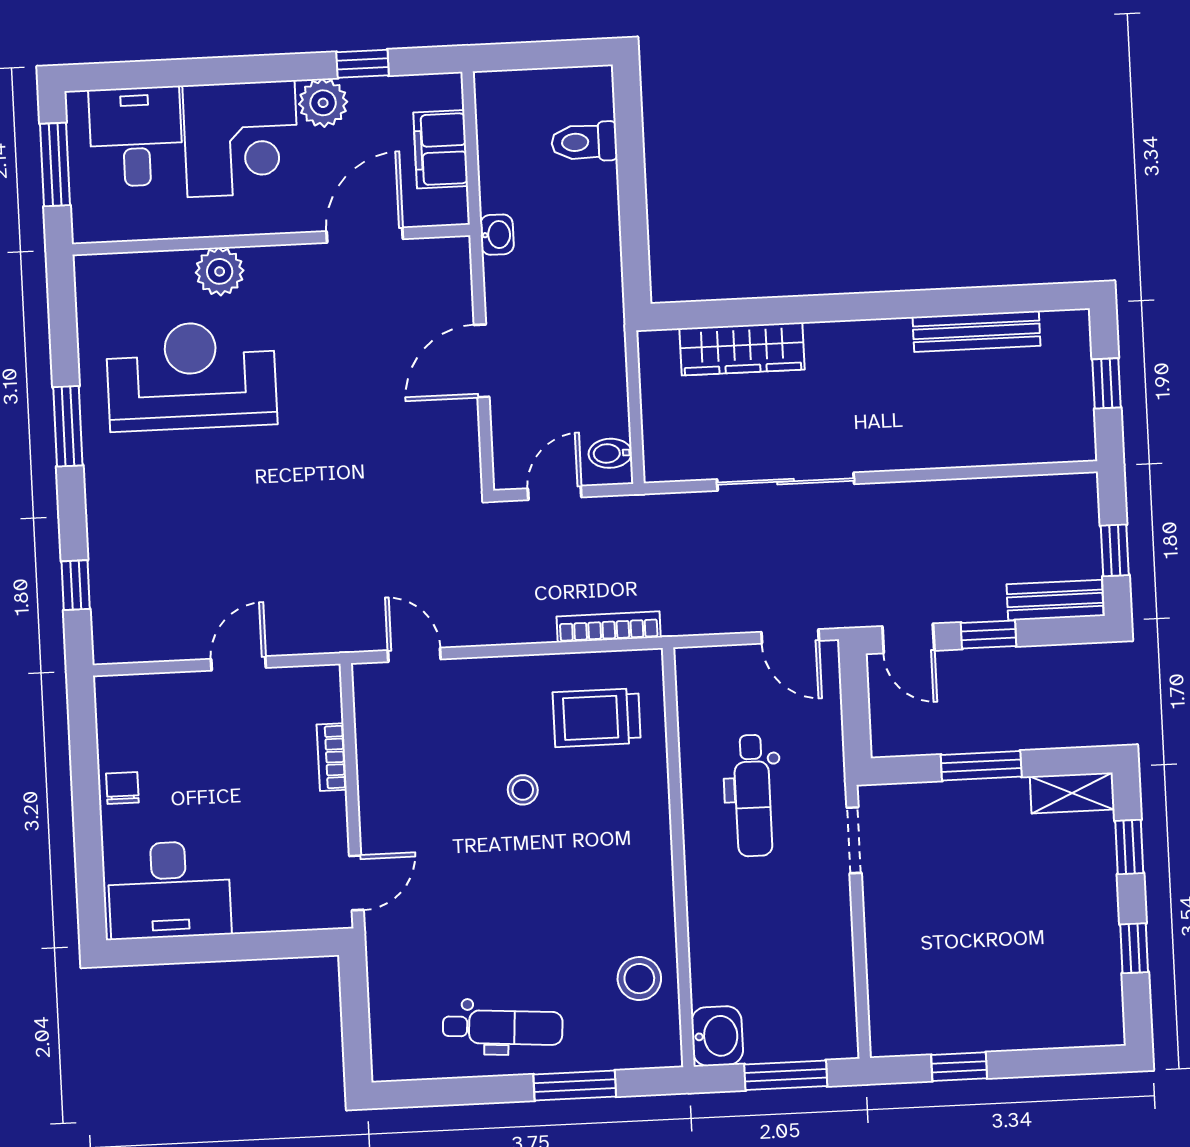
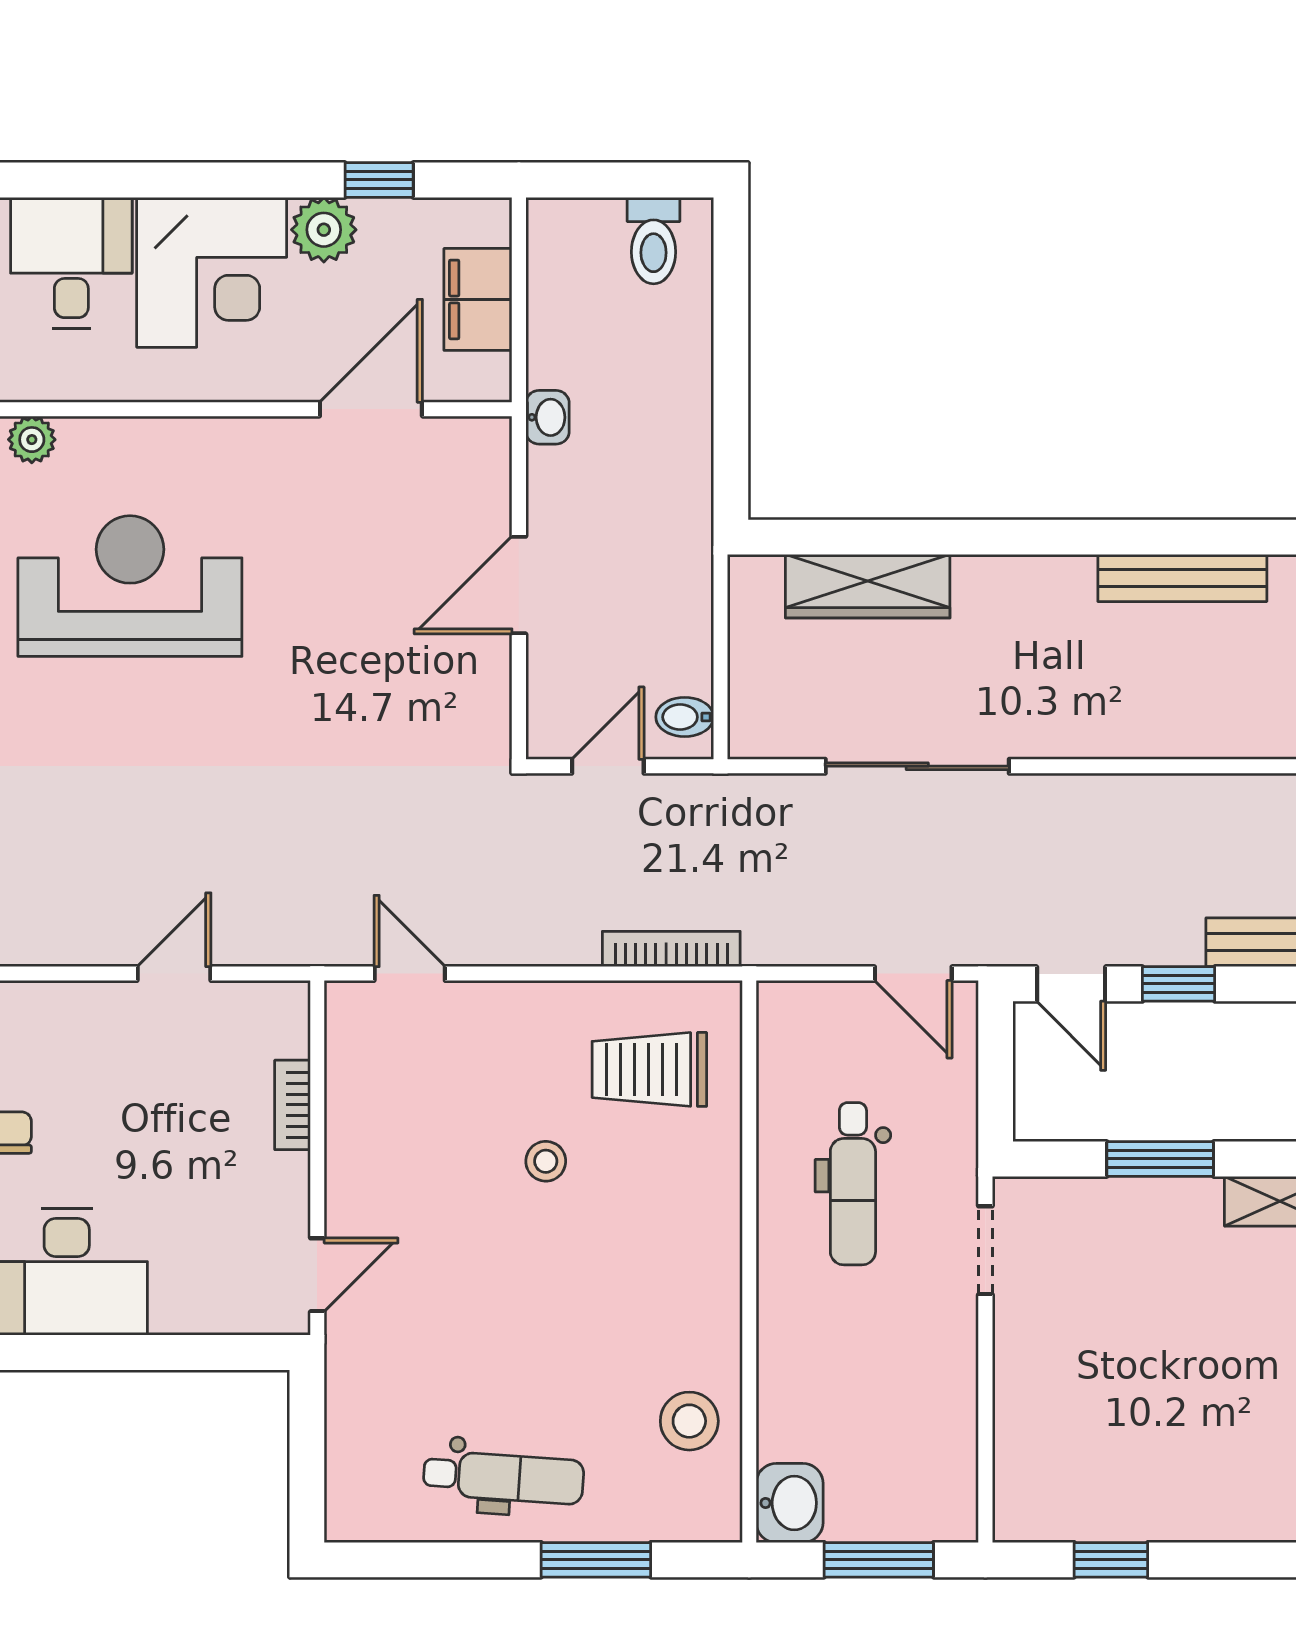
toilet: (584, 142) -> (654, 241), moved, turned -90
plant: (220, 271) -> (32, 440), moved, width x0.73, depth x0.73

